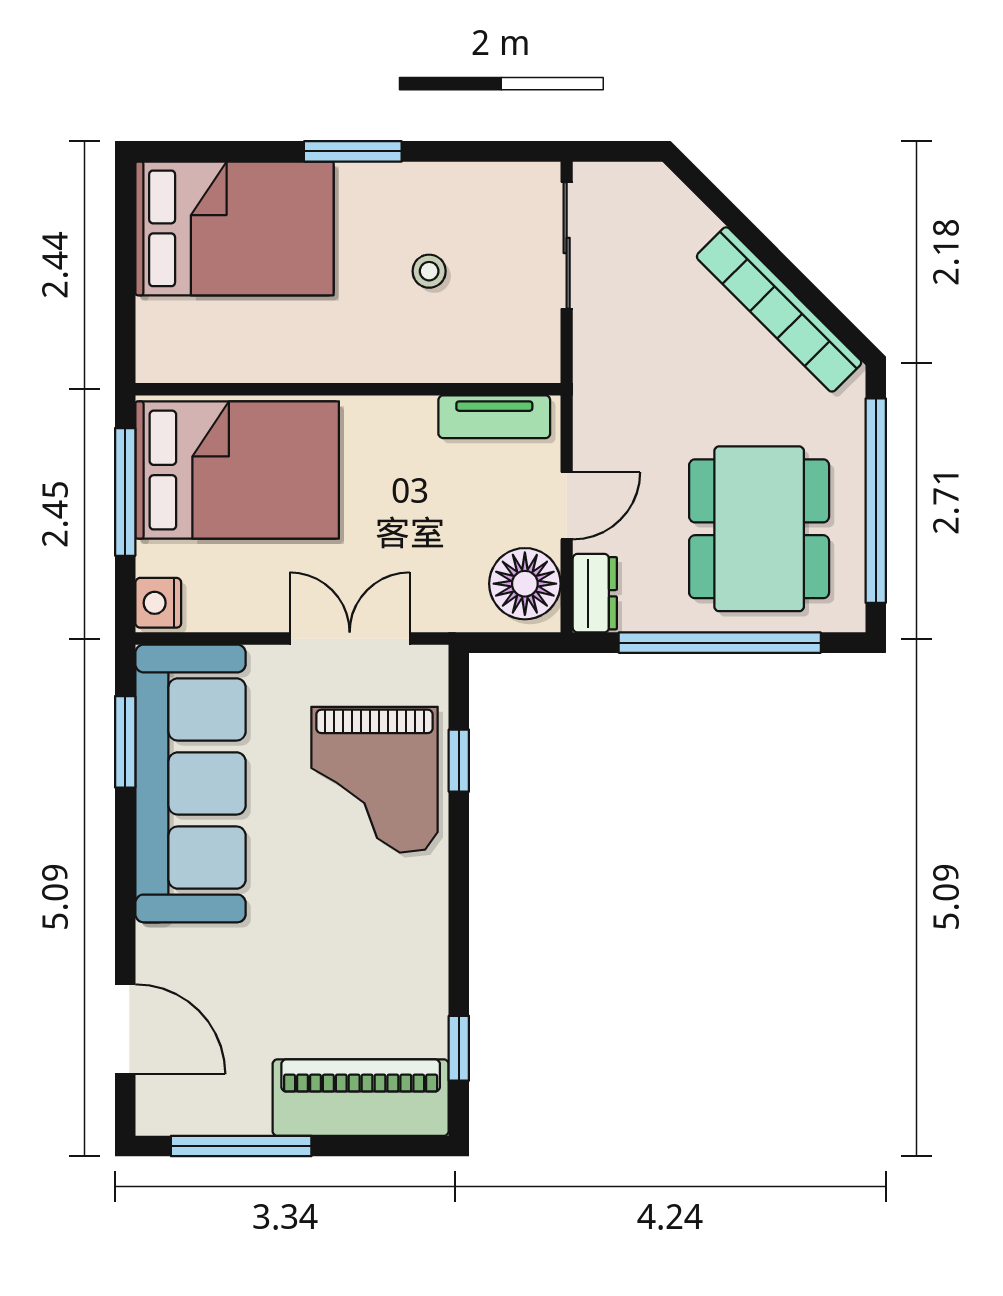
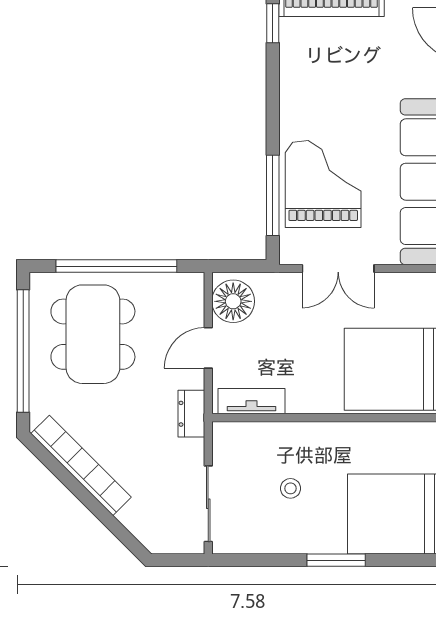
dresser: (595, 593) -> (191, 414), moved
window: (459, 761) -> (273, 195), width x2.17

